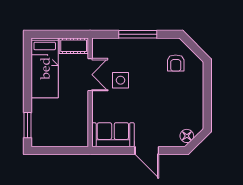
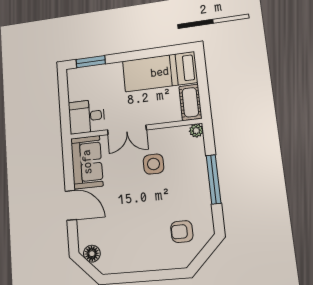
plant: (97, 43) -> (196, 131), added
double door: (90, 75) -> (127, 130), moved
desk: (75, 132) -> (87, 116), added
door: (147, 151) -> (71, 205), swing flipped

